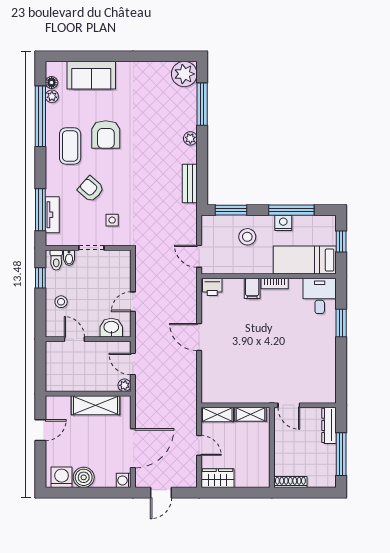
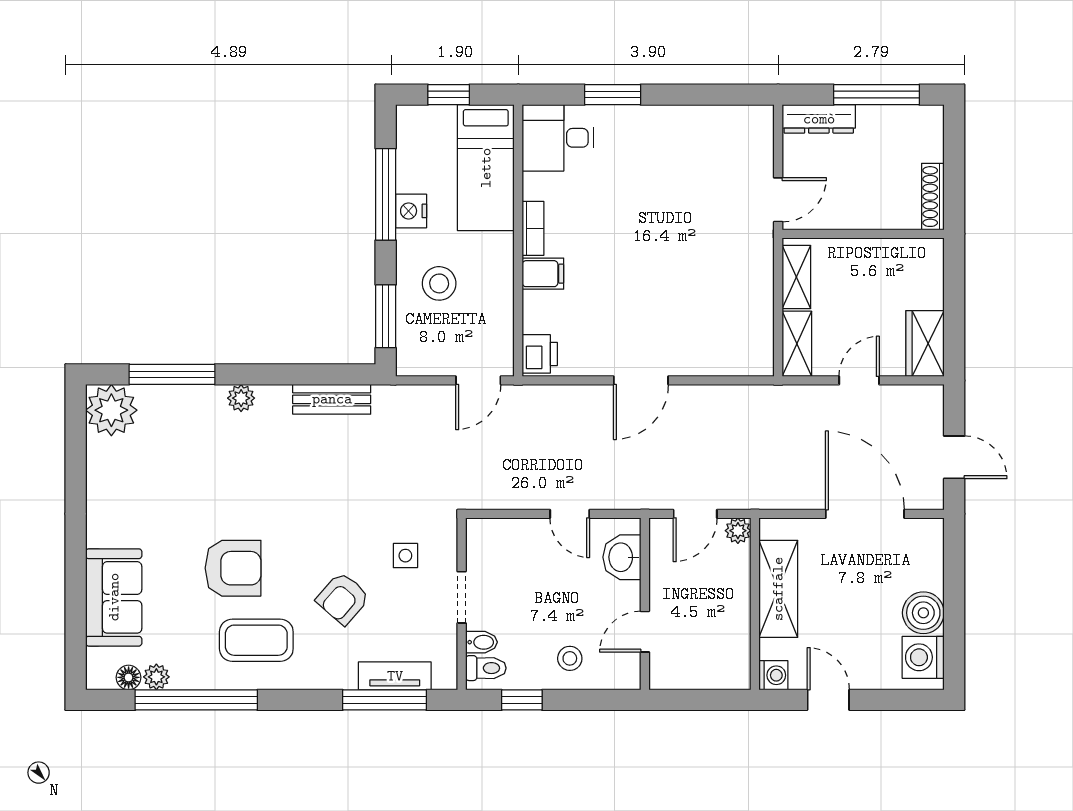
washing machine: (124, 480) -> (773, 675), moved, turned -90

